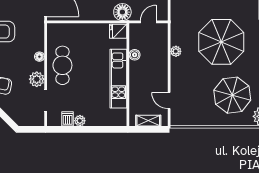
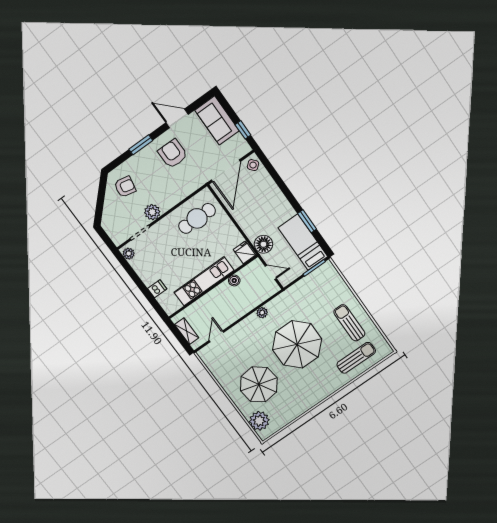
floor lamp: (39, 57) -> (173, 200), removed
cafe table: (62, 65) -> (197, 218), moved
dishwasher: (68, 119) -> (157, 289), moved
plant: (80, 121) -> (129, 254), moved

